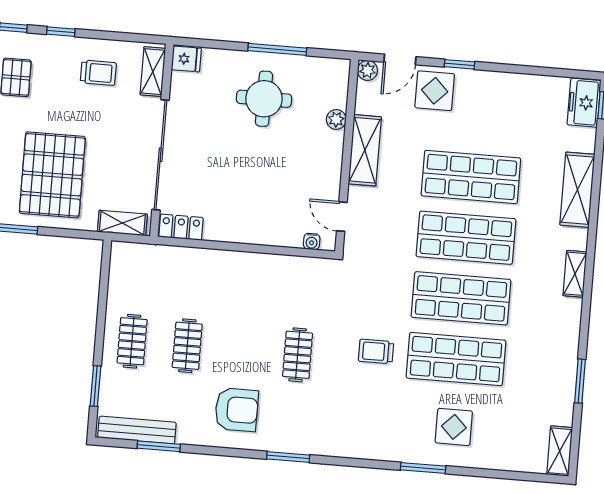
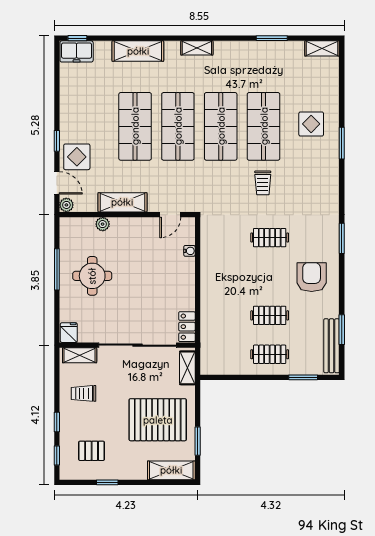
trolley: (98, 73) -> (84, 393), turned -90
water cooler: (312, 241) -> (189, 251), moved

